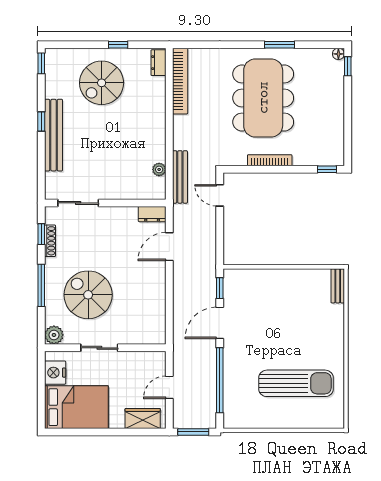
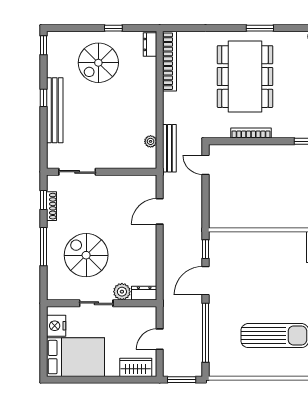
dresser: (152, 214) -> (144, 293), moved, turned 180
plant: (54, 335) -> (122, 292), moved

